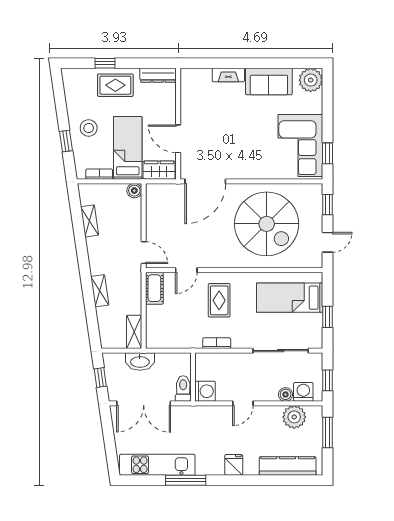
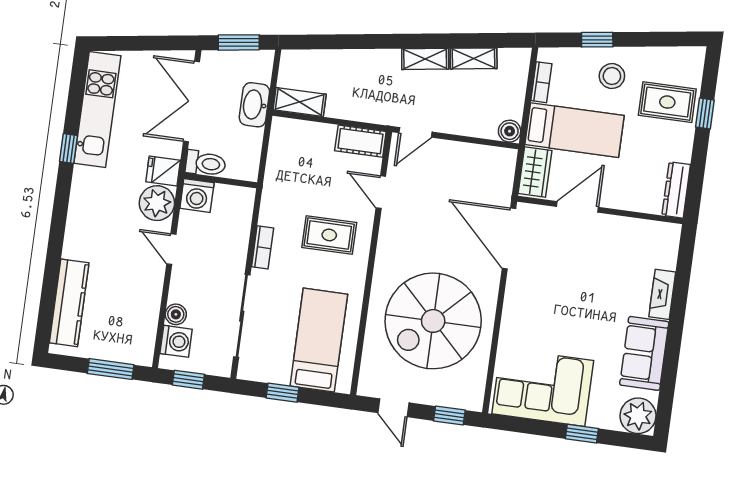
rug: (115, 85) -> (667, 102), moved, turned 90
window: (328, 153) -> (582, 434), moved
shelving: (100, 291) -> (425, 59), moved
bookcase: (217, 343) -> (263, 247), moved
window: (100, 377) -> (239, 42), width x1.50
plant: (294, 417) -> (157, 203), moved
fridge: (234, 465) -> (163, 171), moved, turned 180
window: (186, 480) -> (69, 148), width x0.46

